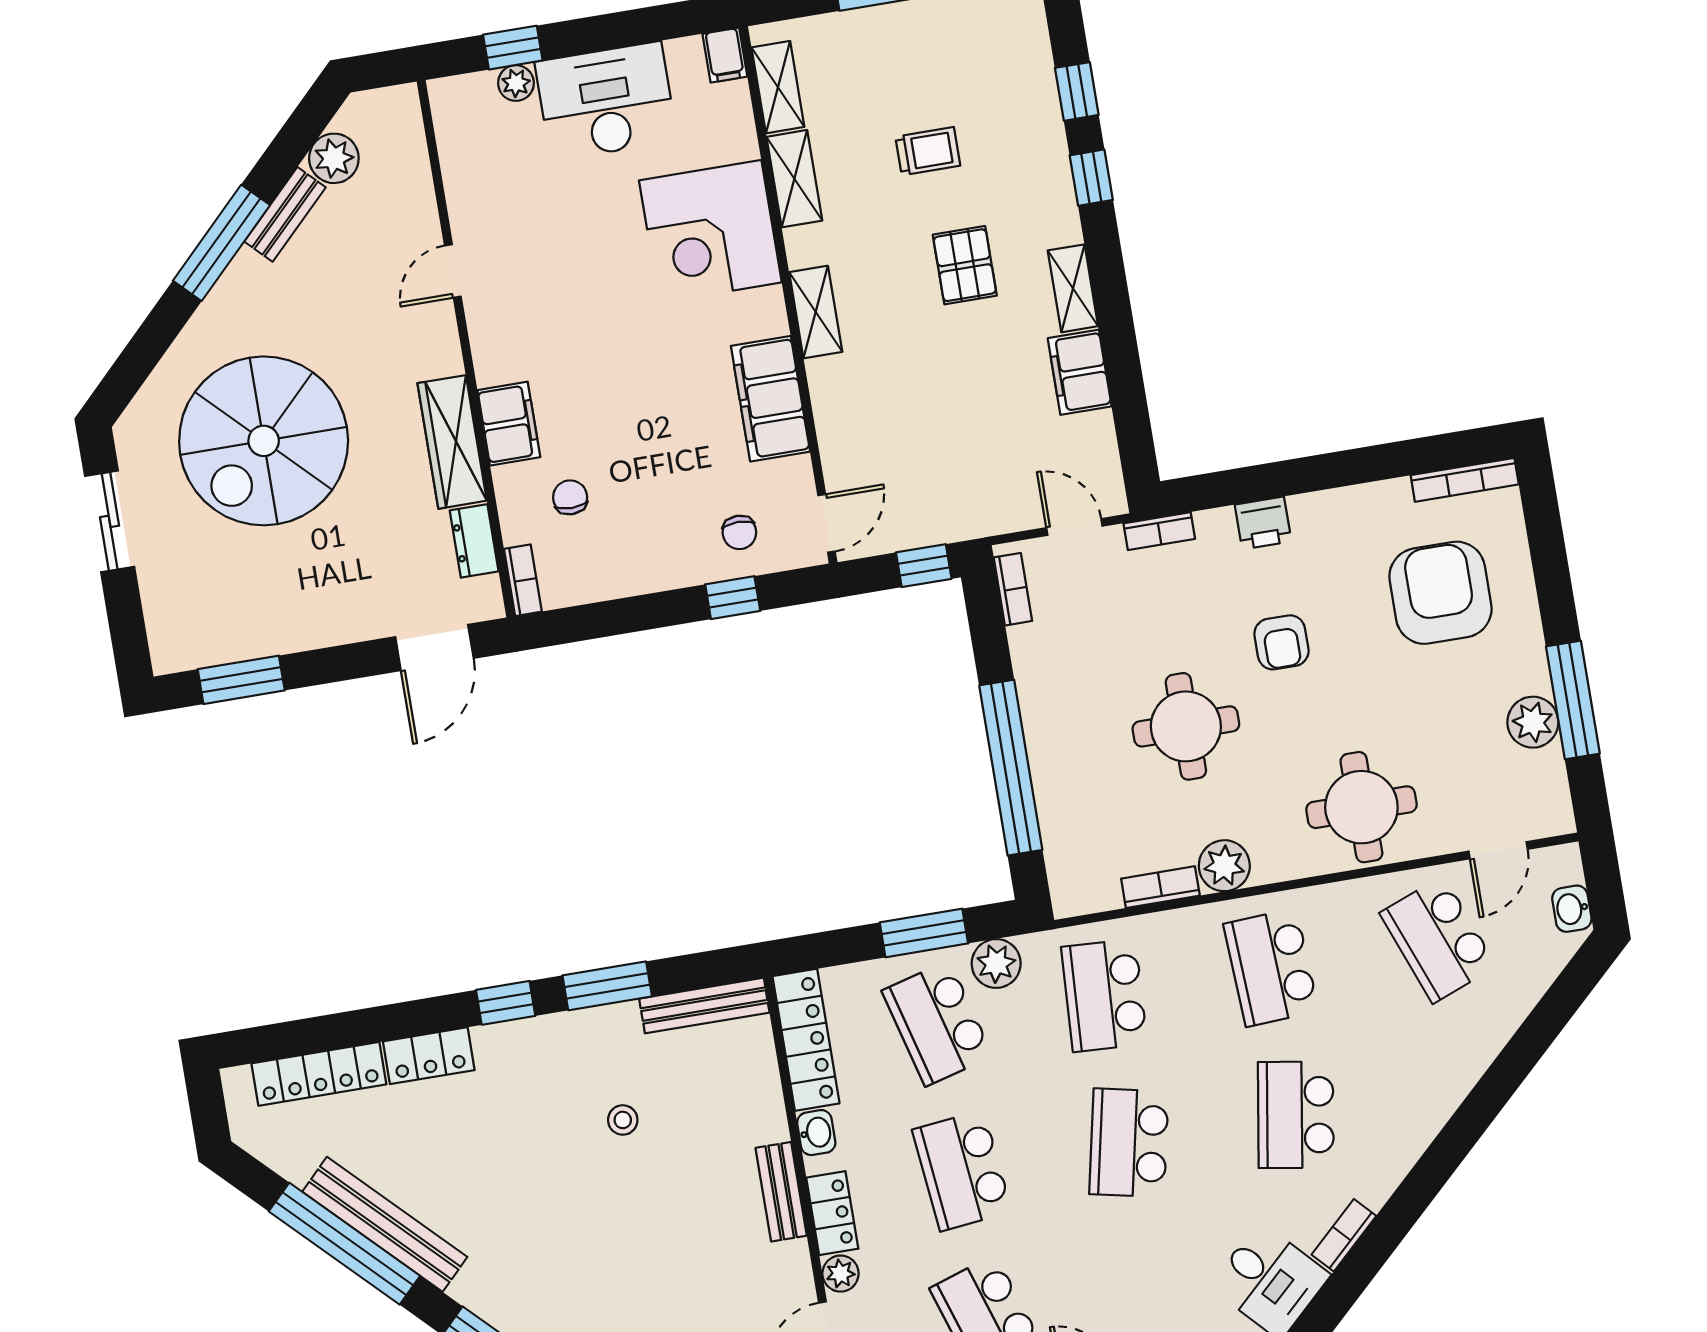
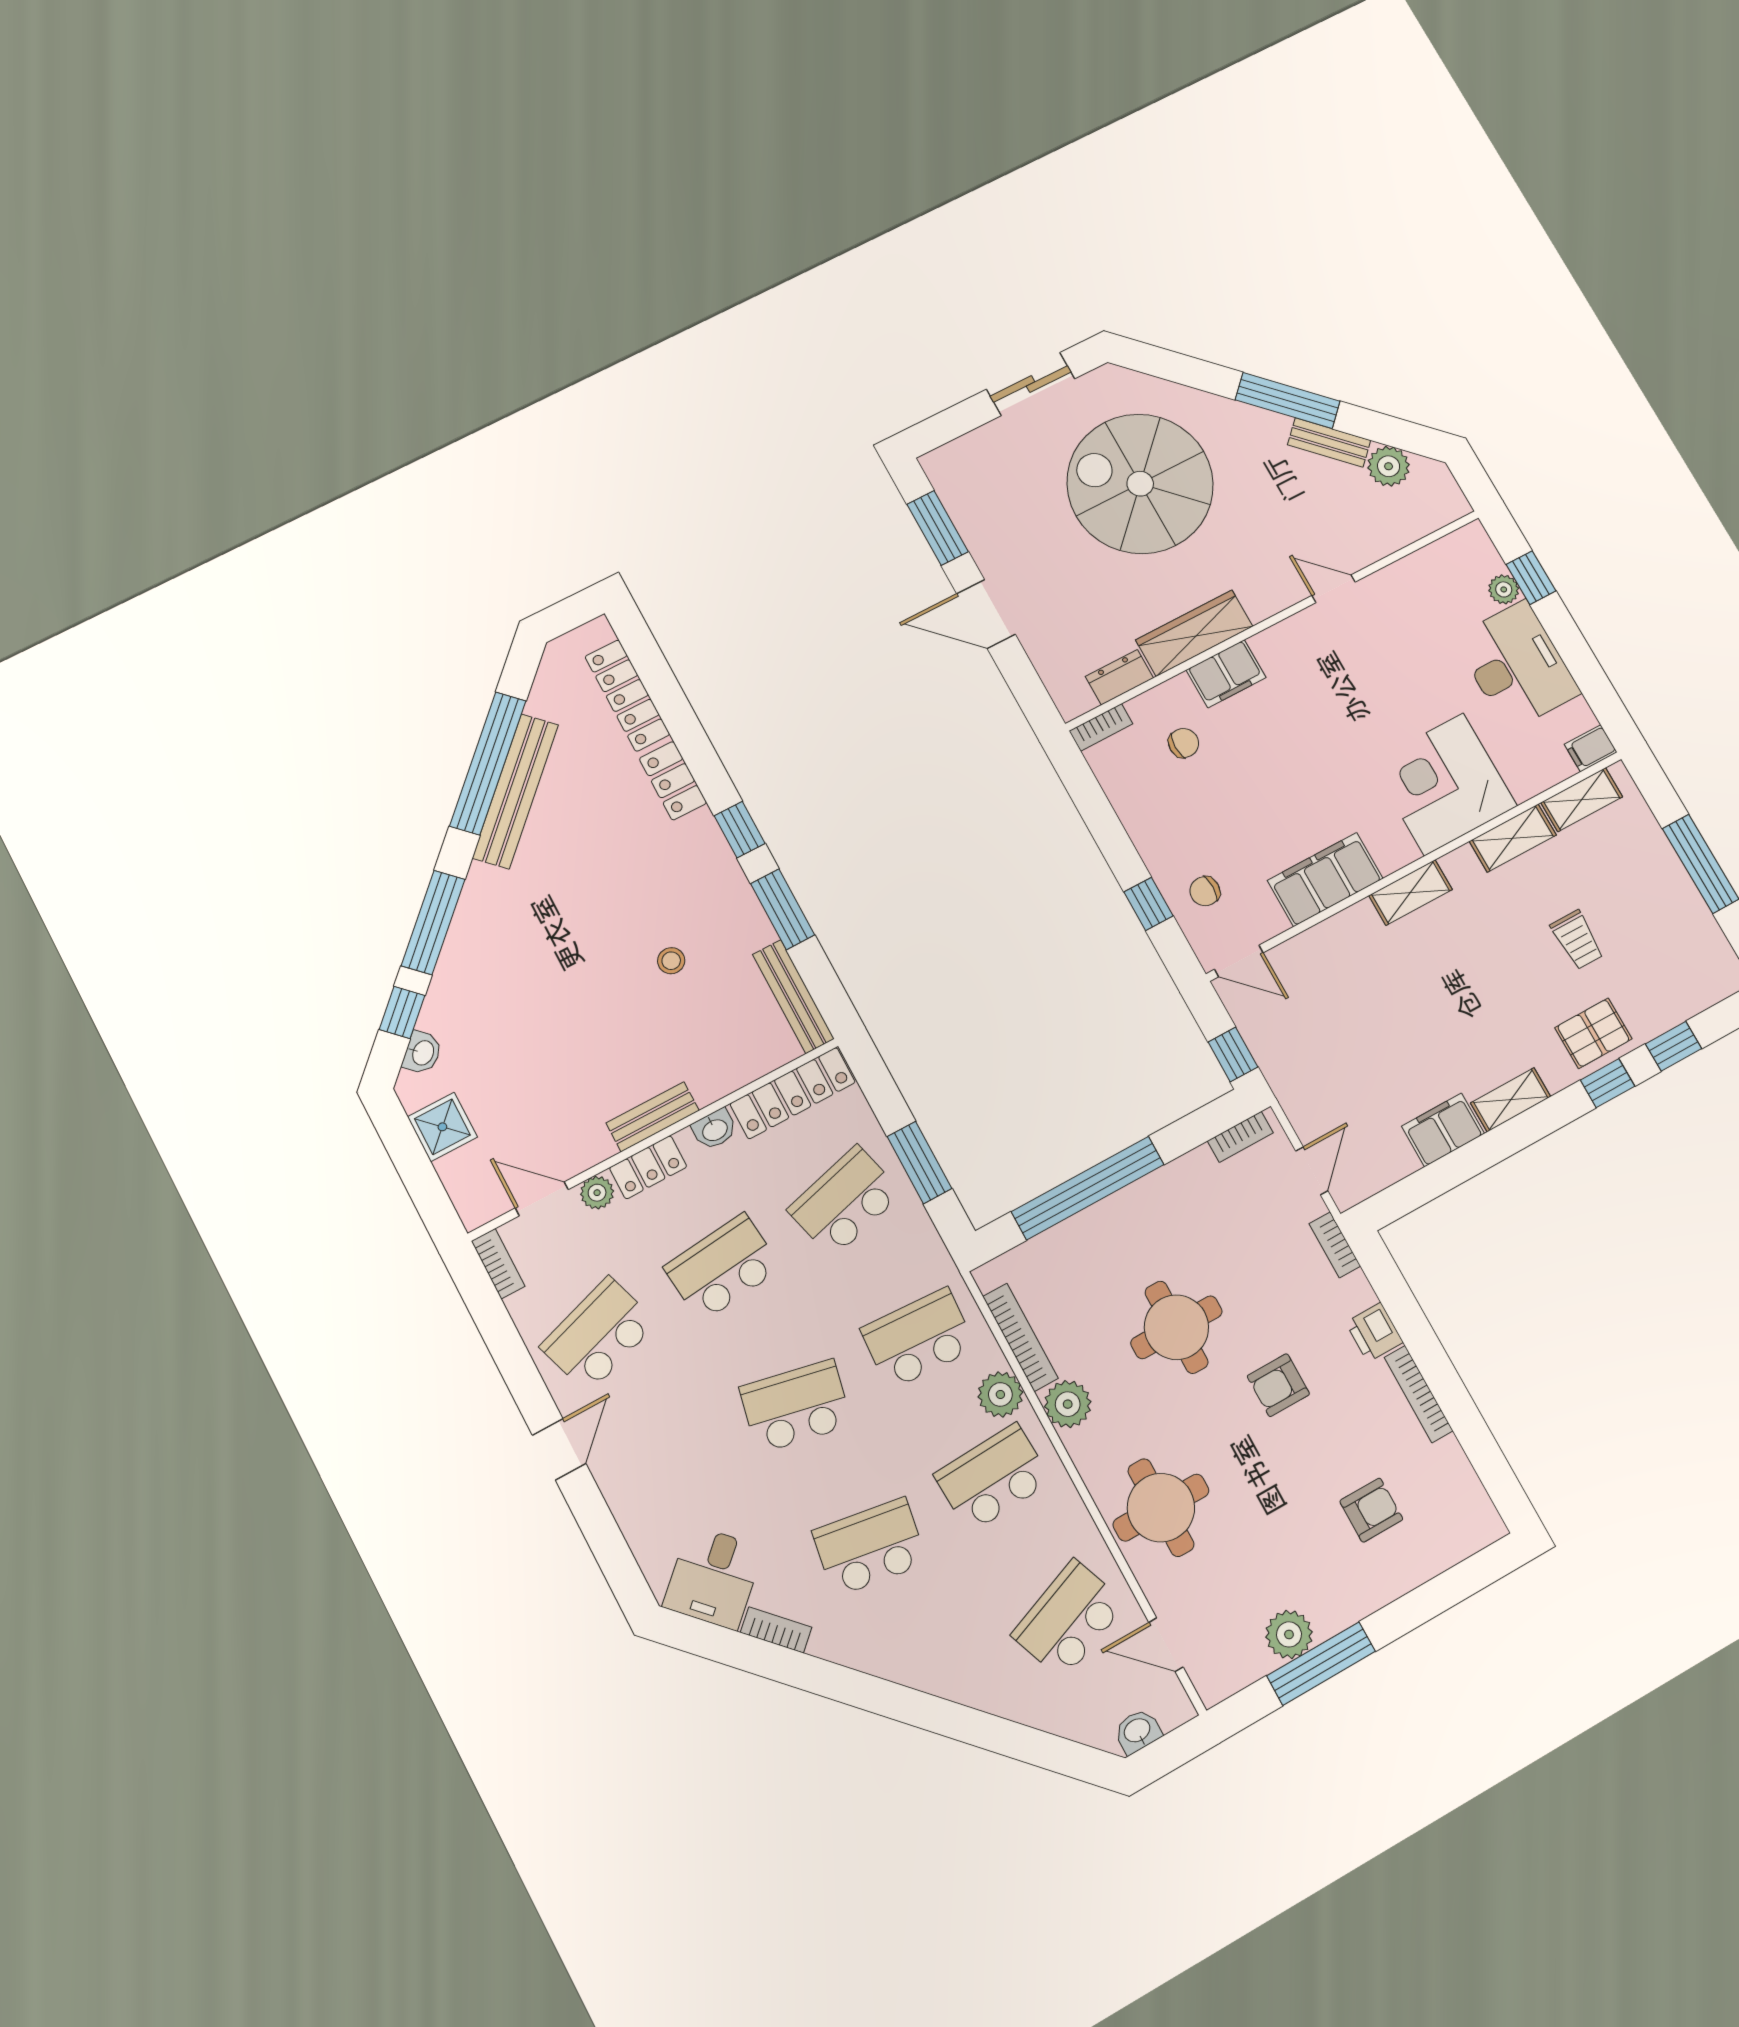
pallet: (965, 265) -> (1593, 1033), moved
bookcase: (1465, 480) -> (1419, 1394), moved
armchair: (1440, 593) -> (1371, 1510), width x0.53, depth x0.53
door: (434, 648) -> (986, 614), moved
bookcase: (1160, 887) -> (1020, 1337), width x1.56
plant: (996, 964) -> (1000, 1394), moved

